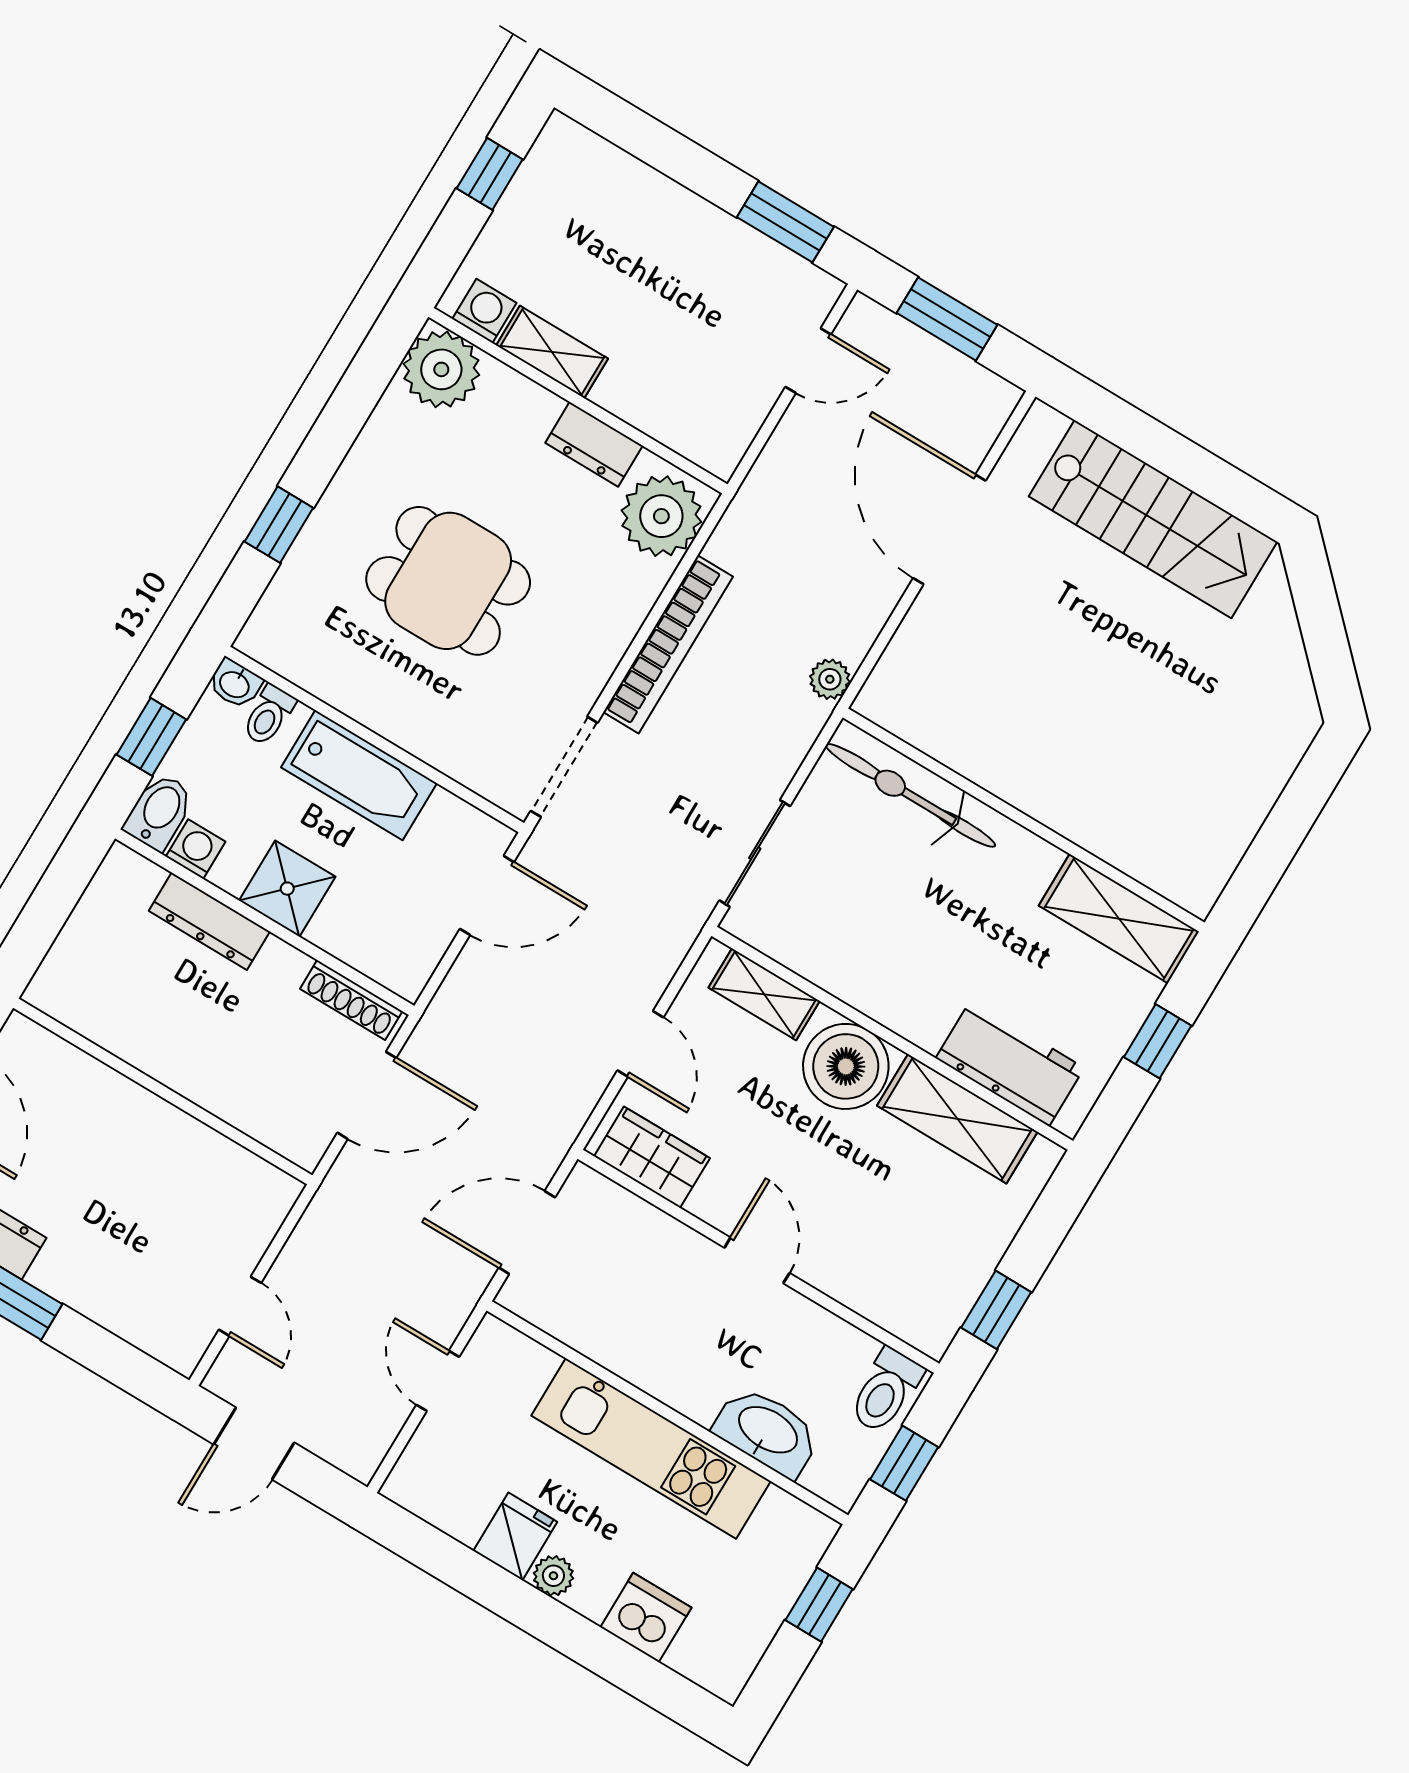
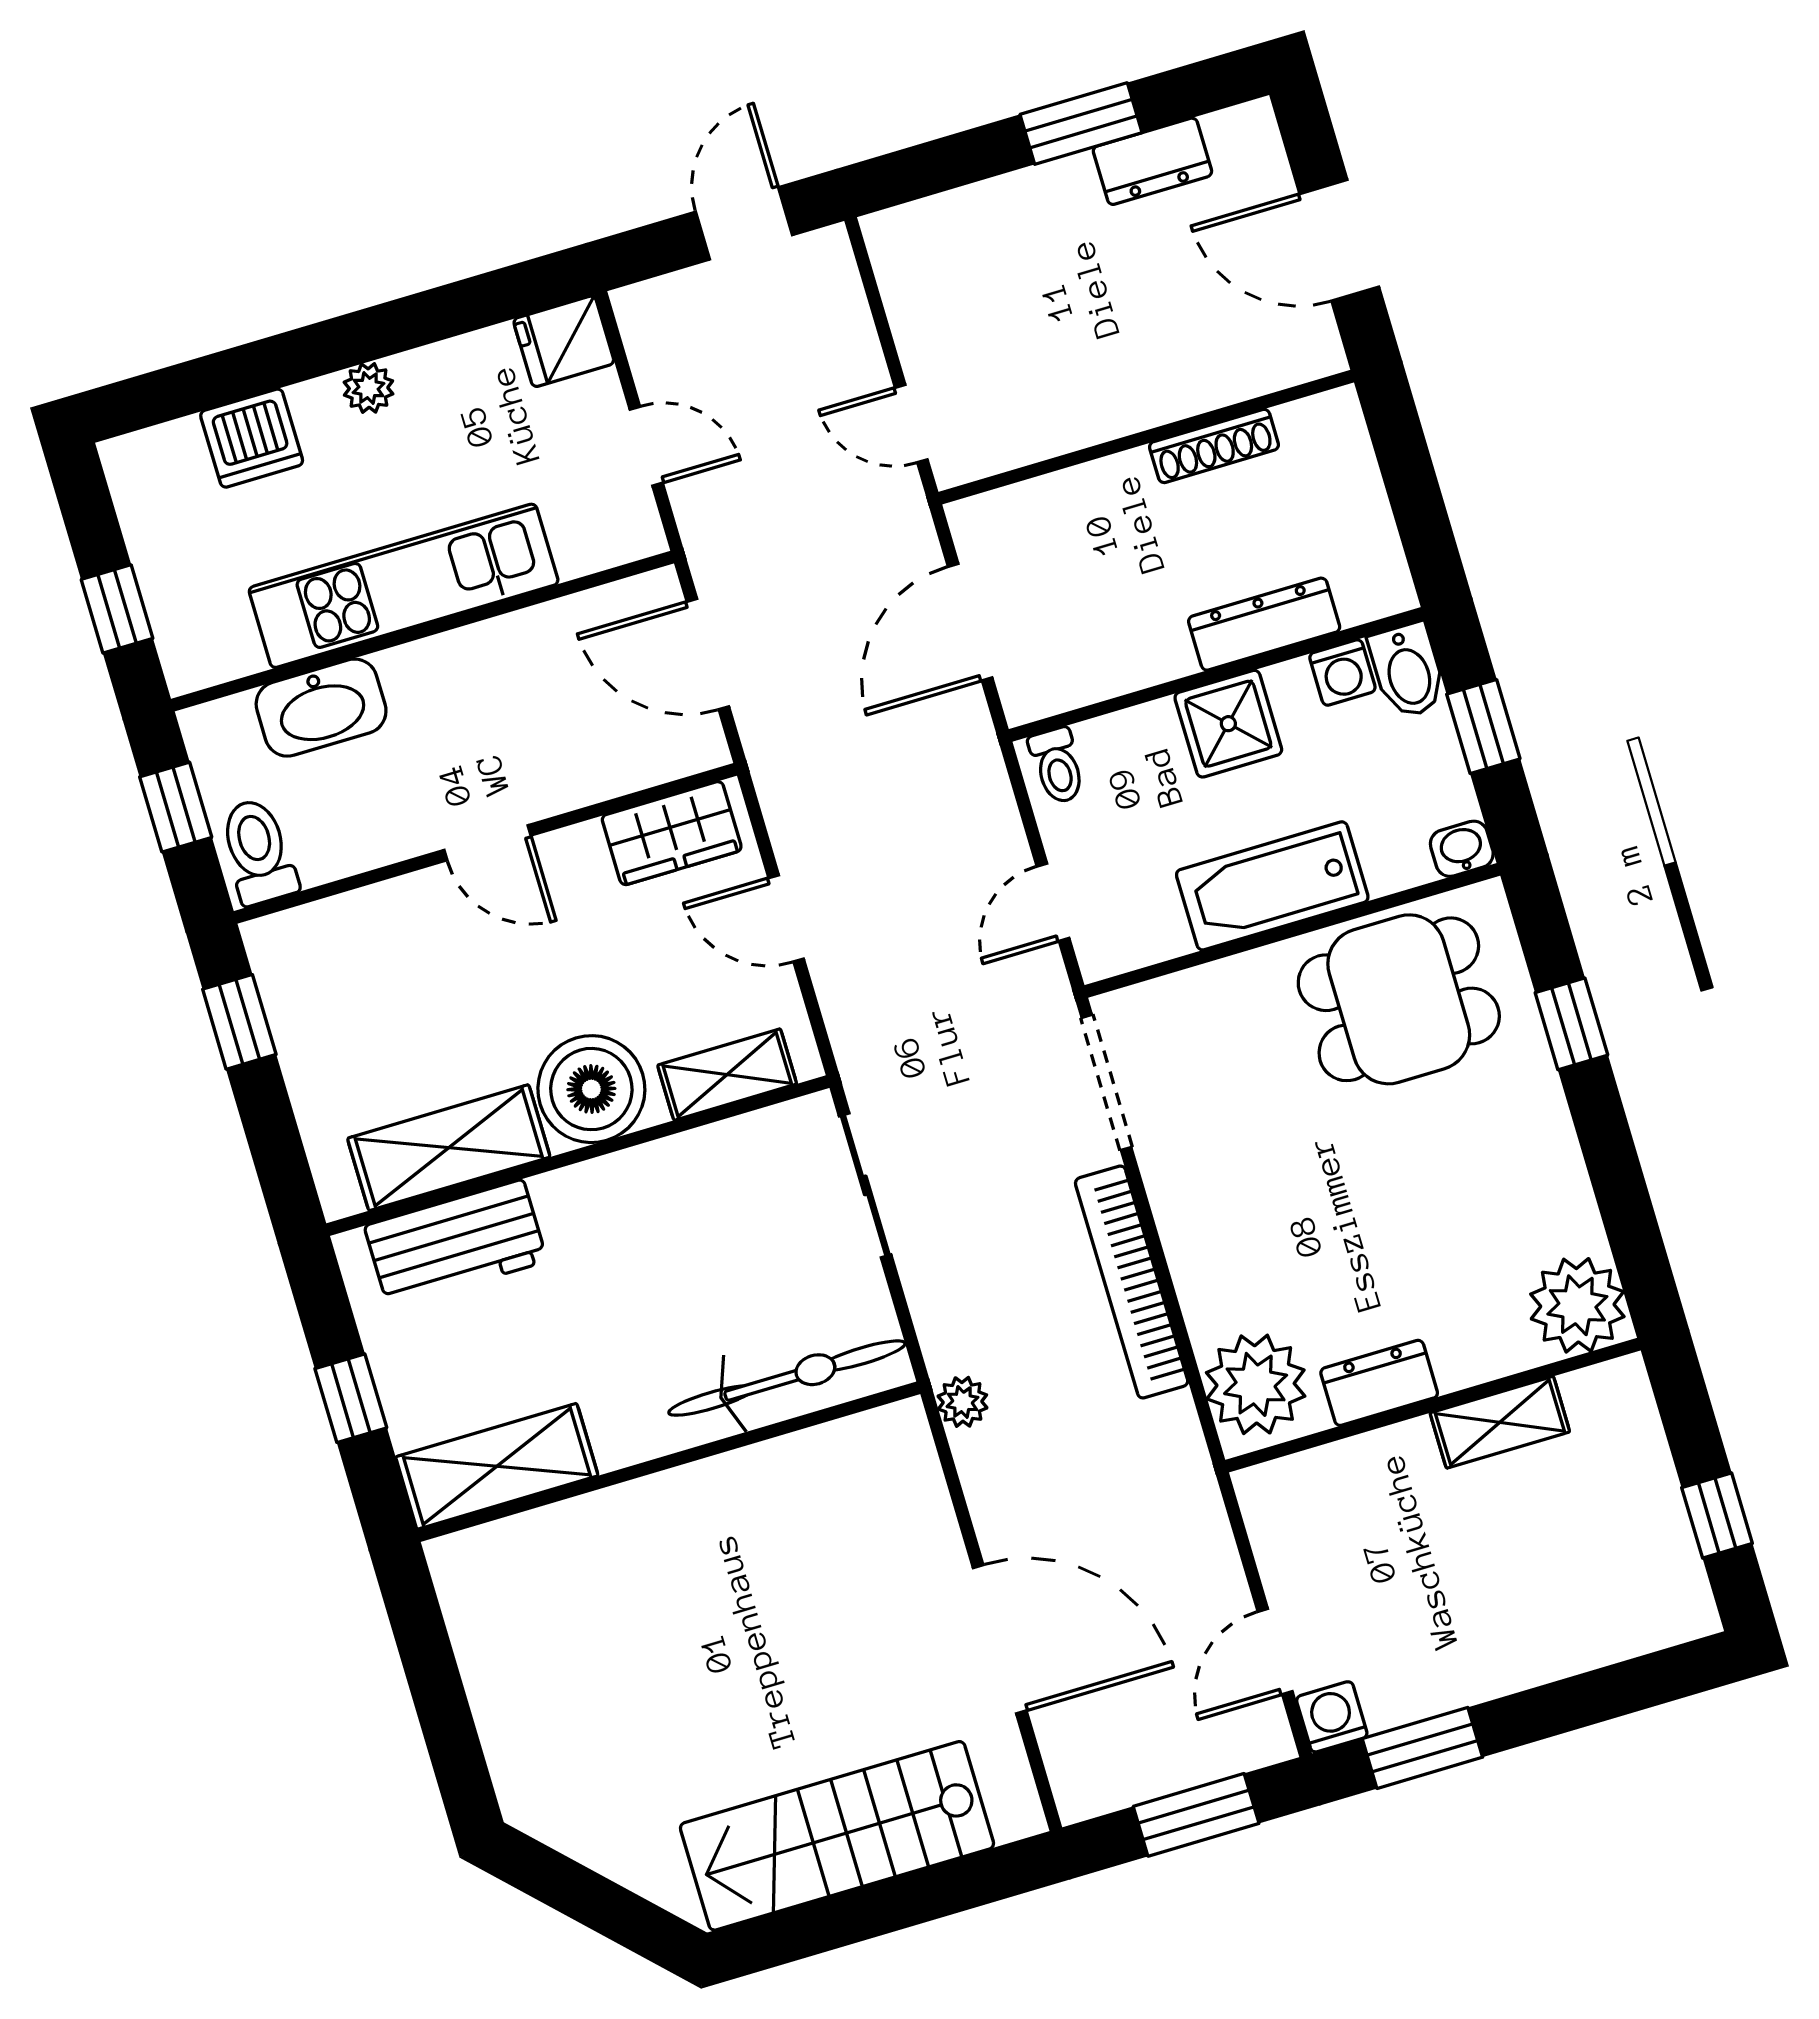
washing machine: (484, 311) -> (1332, 1717), moved, turned 180
dining table: (448, 581) -> (1399, 999), moved
toilet: (269, 715) -> (1057, 766), moved, turned 180
door: (487, 895) -> (1053, 902), width x0.73
shoe rack: (351, 1000) -> (1214, 446), moved, turned 180
door: (527, 1233) -> (708, 654), swing flipped
door: (240, 1306) -> (911, 424), moved
fridge: (515, 1536) -> (564, 341), moved, turned 90

